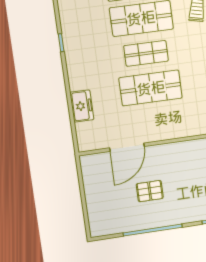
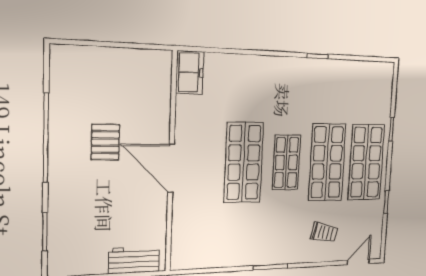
freezer: (82, 106) -> (190, 72), moved, turned -90
door: (127, 147) -> (171, 168), moved

